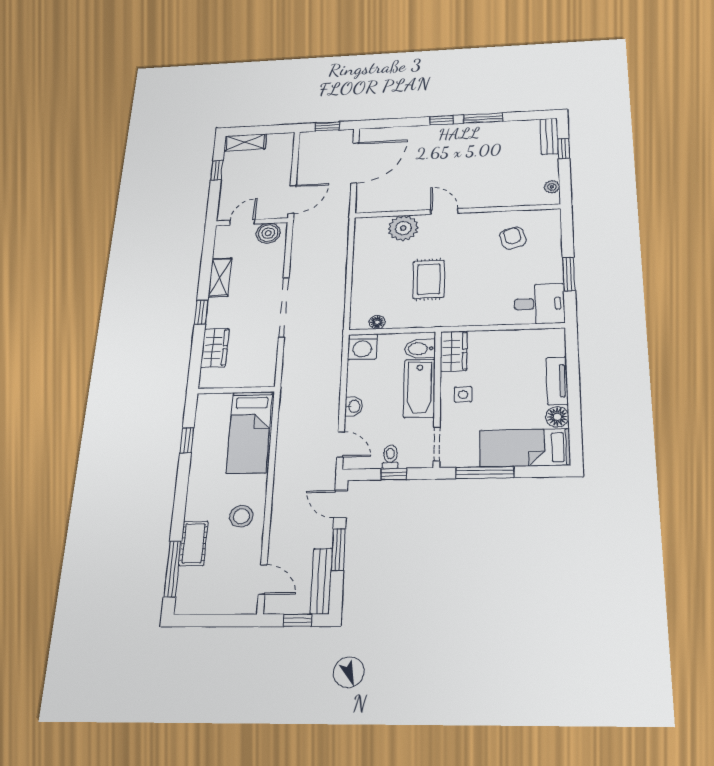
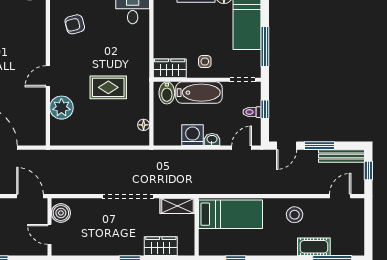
shelving: (220, 277) -> (177, 206), moved
washing machine: (362, 347) -> (192, 135), moved, turned -90

